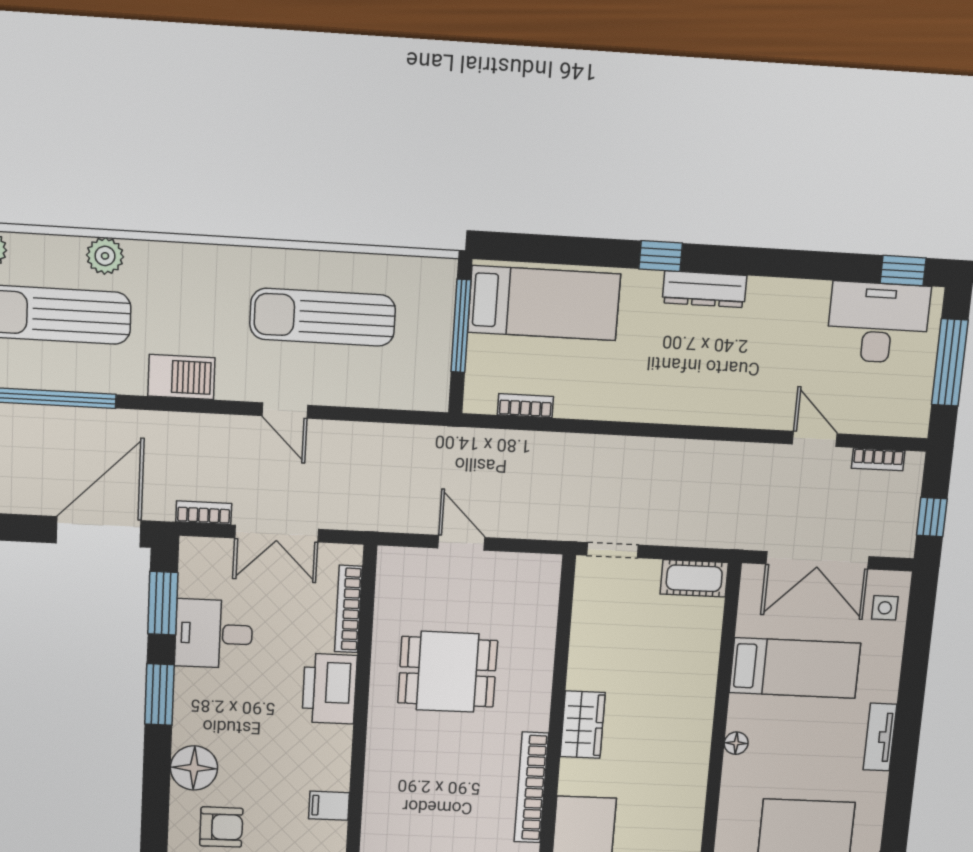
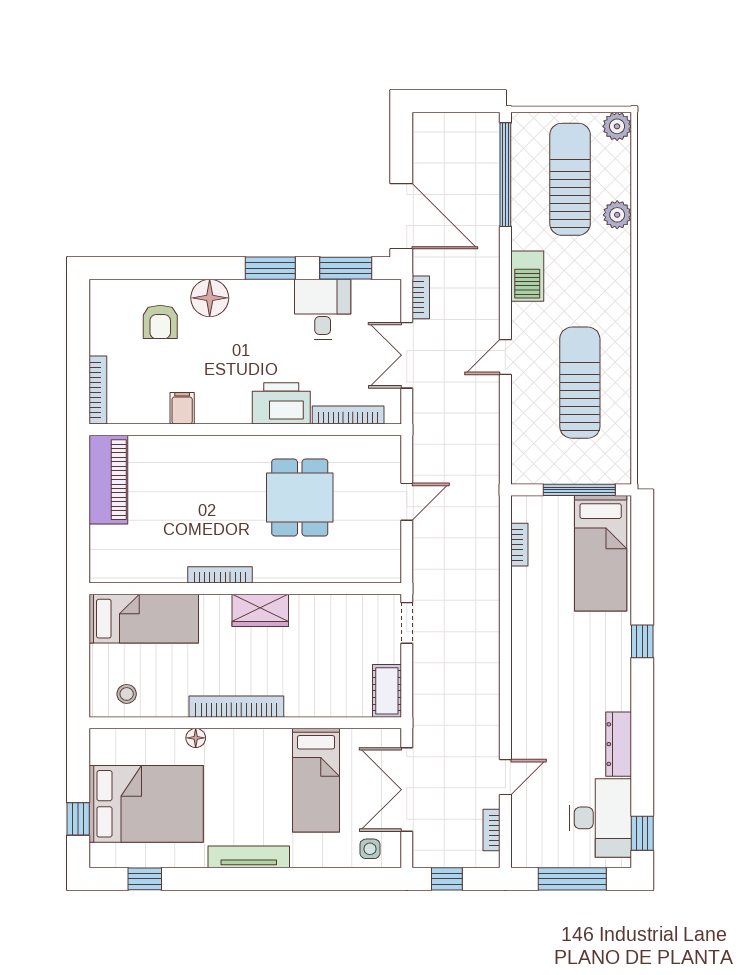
dresser: (705, 289) -> (619, 744), moved
tv unit: (880, 737) -> (249, 857), width x1.41
floor lamp: (736, 743) -> (196, 738), moved
bookcase: (697, 757) -> (236, 707), added
bookcase: (531, 788) -> (220, 575), width x0.68, depth x0.76

